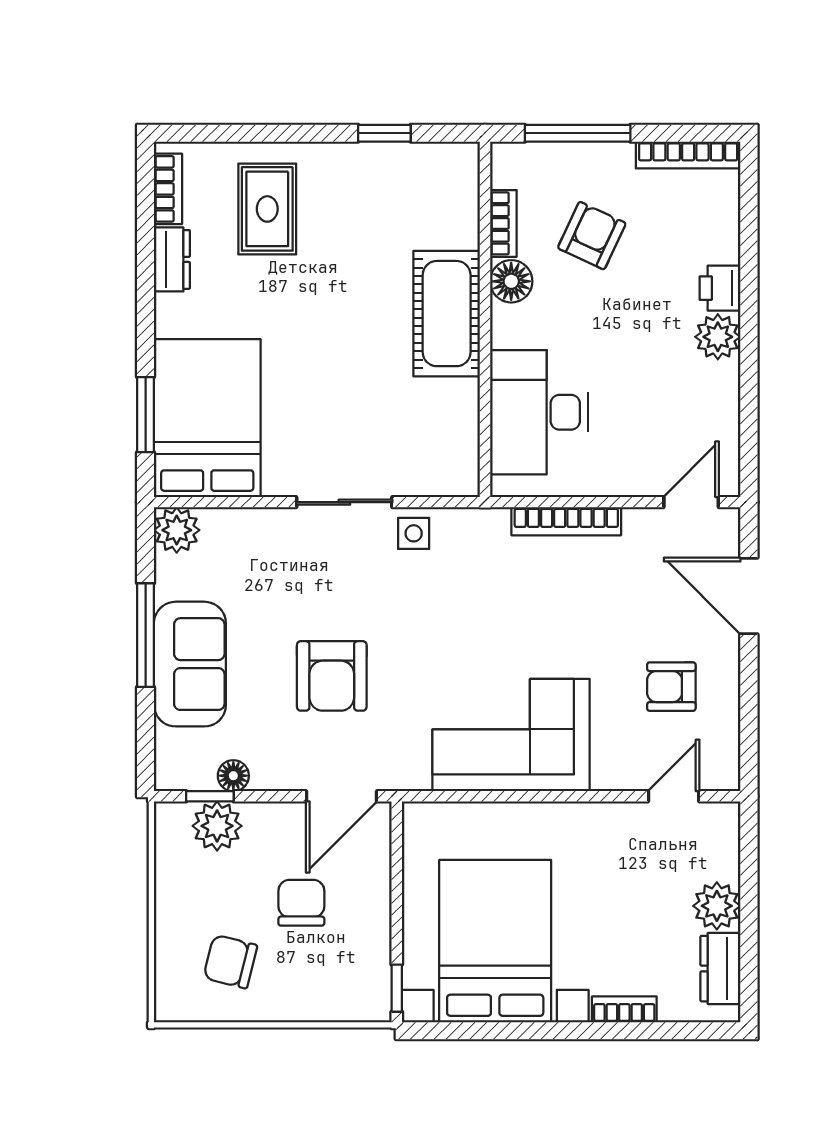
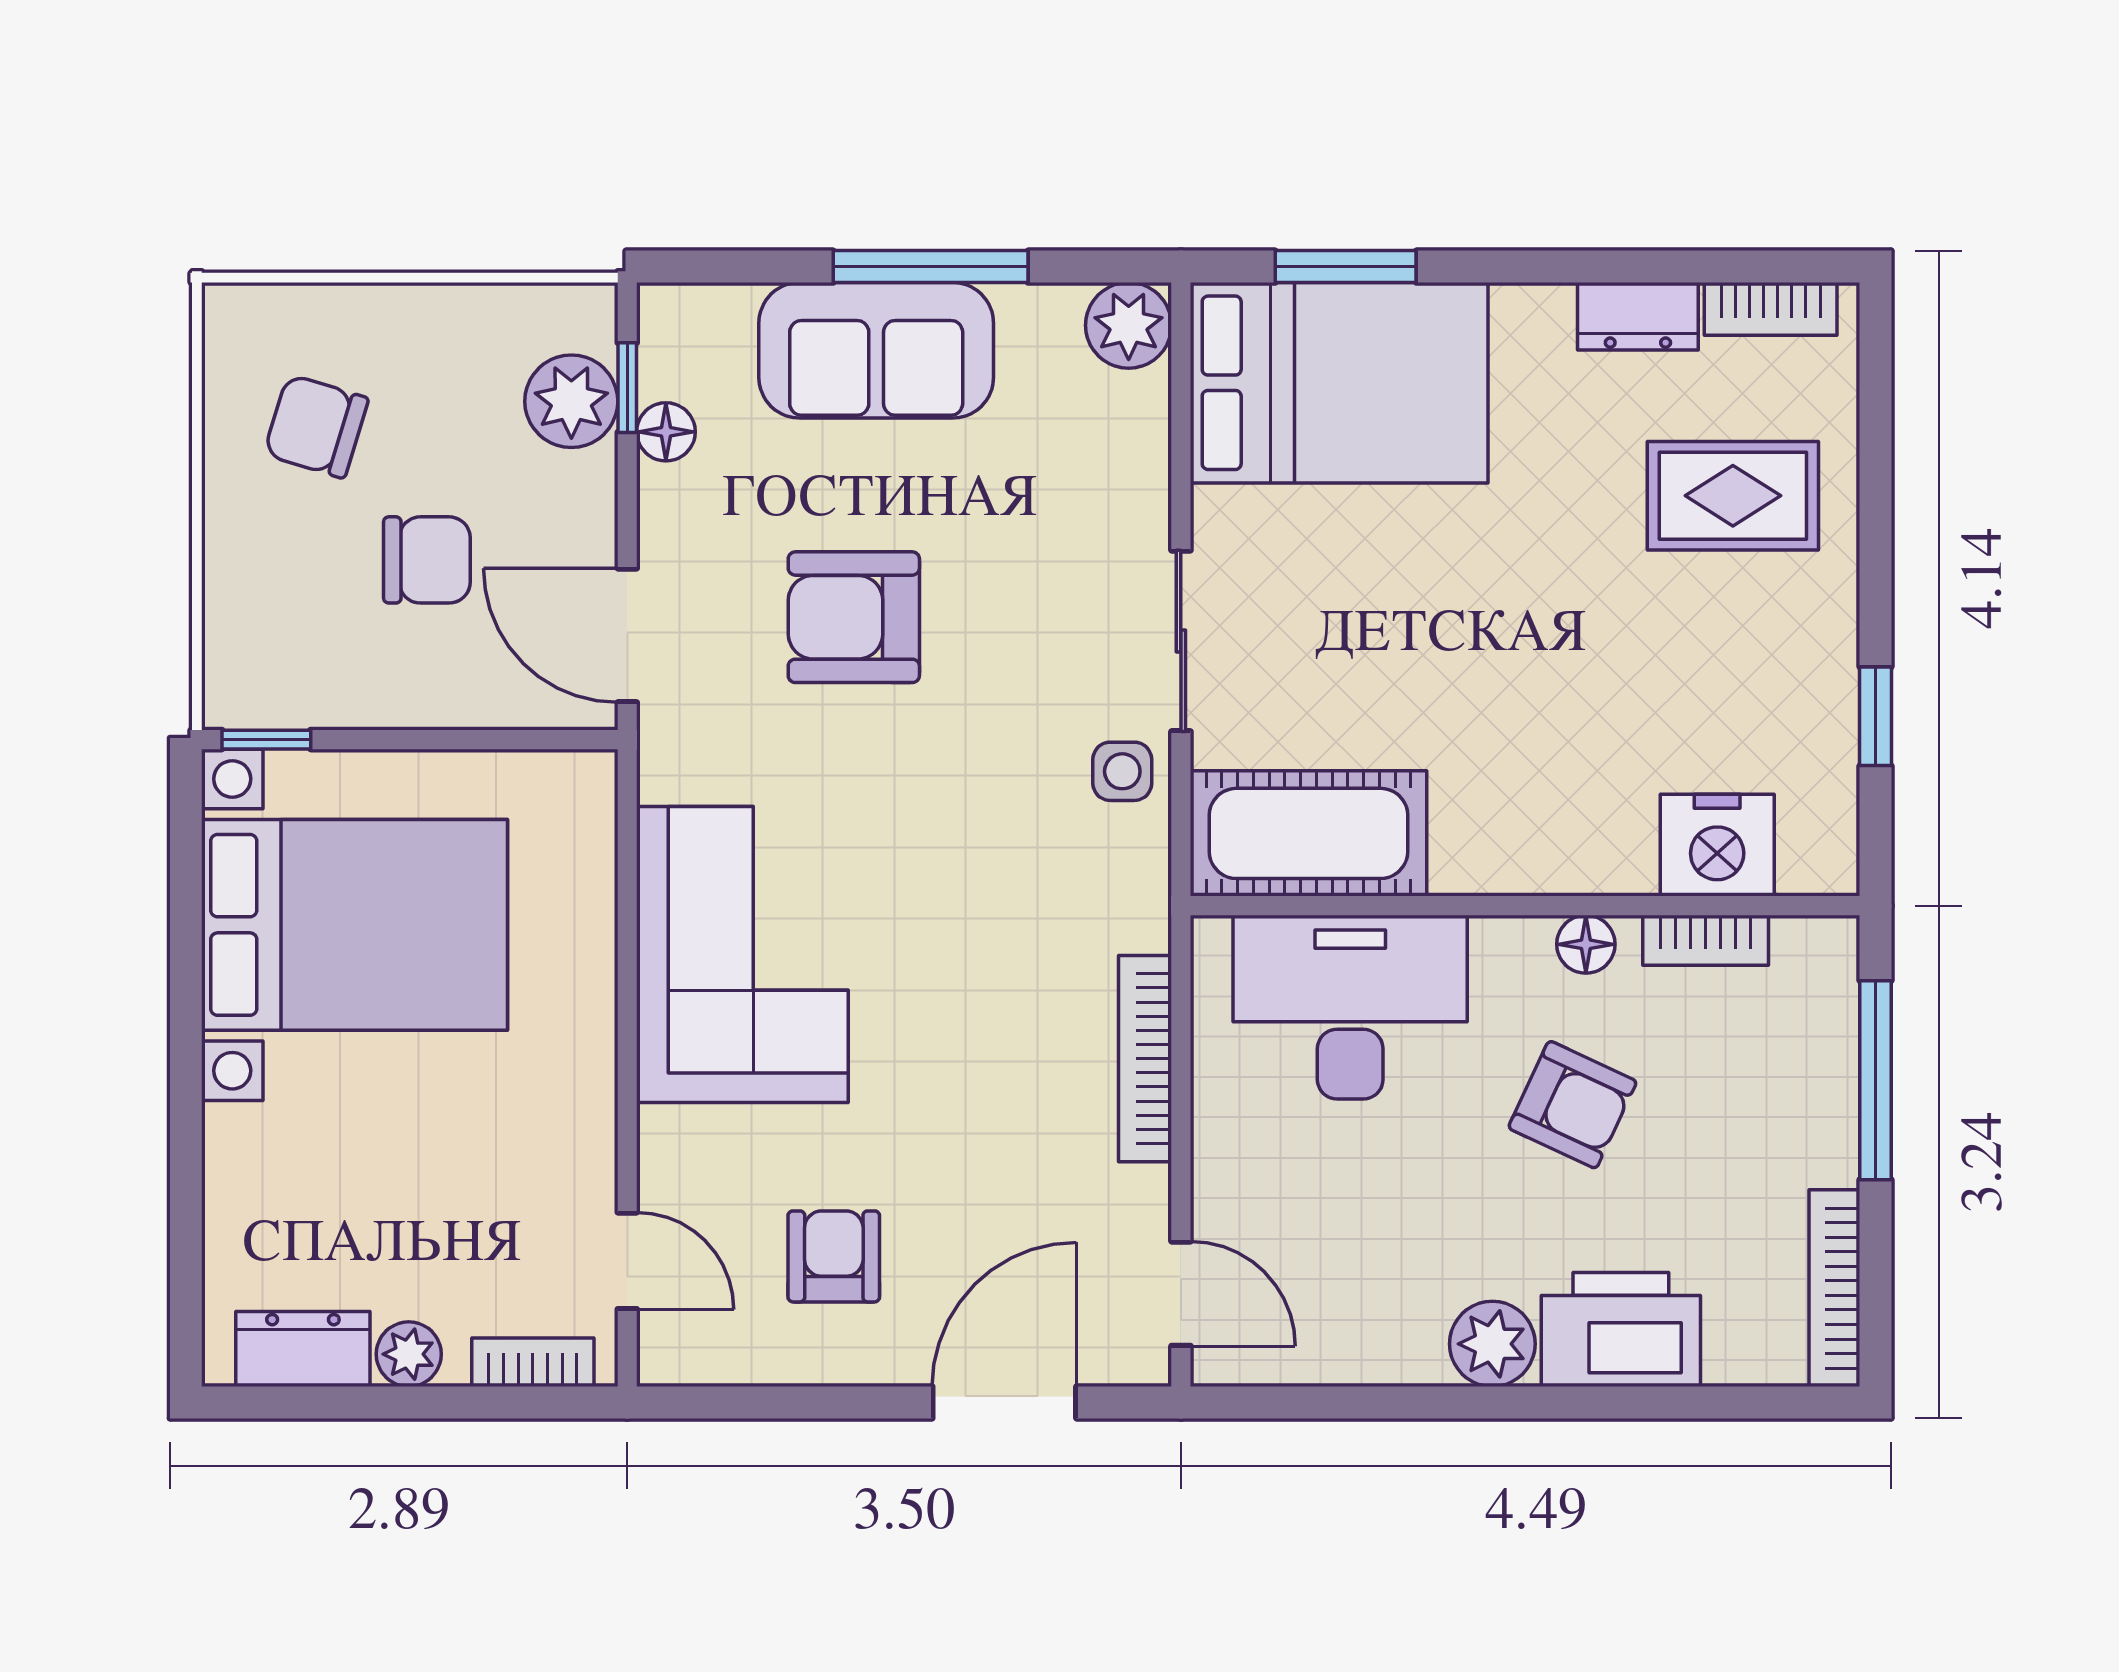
nightstand: (453, 217) -> (1717, 845), added
armchair: (592, 236) -> (1572, 1105), moved
floor lamp: (511, 281) -> (1586, 944), width x0.73, depth x0.73
printer: (720, 288) -> (1621, 1330), width x1.87, depth x1.48
cot: (447, 314) -> (1308, 833), moved
plant: (717, 906) -> (409, 1354), width x0.73, depth x0.73
chair: (230, 962) -> (316, 426), turned -87
bookcase: (624, 1009) -> (533, 1362), moved, turned -90

